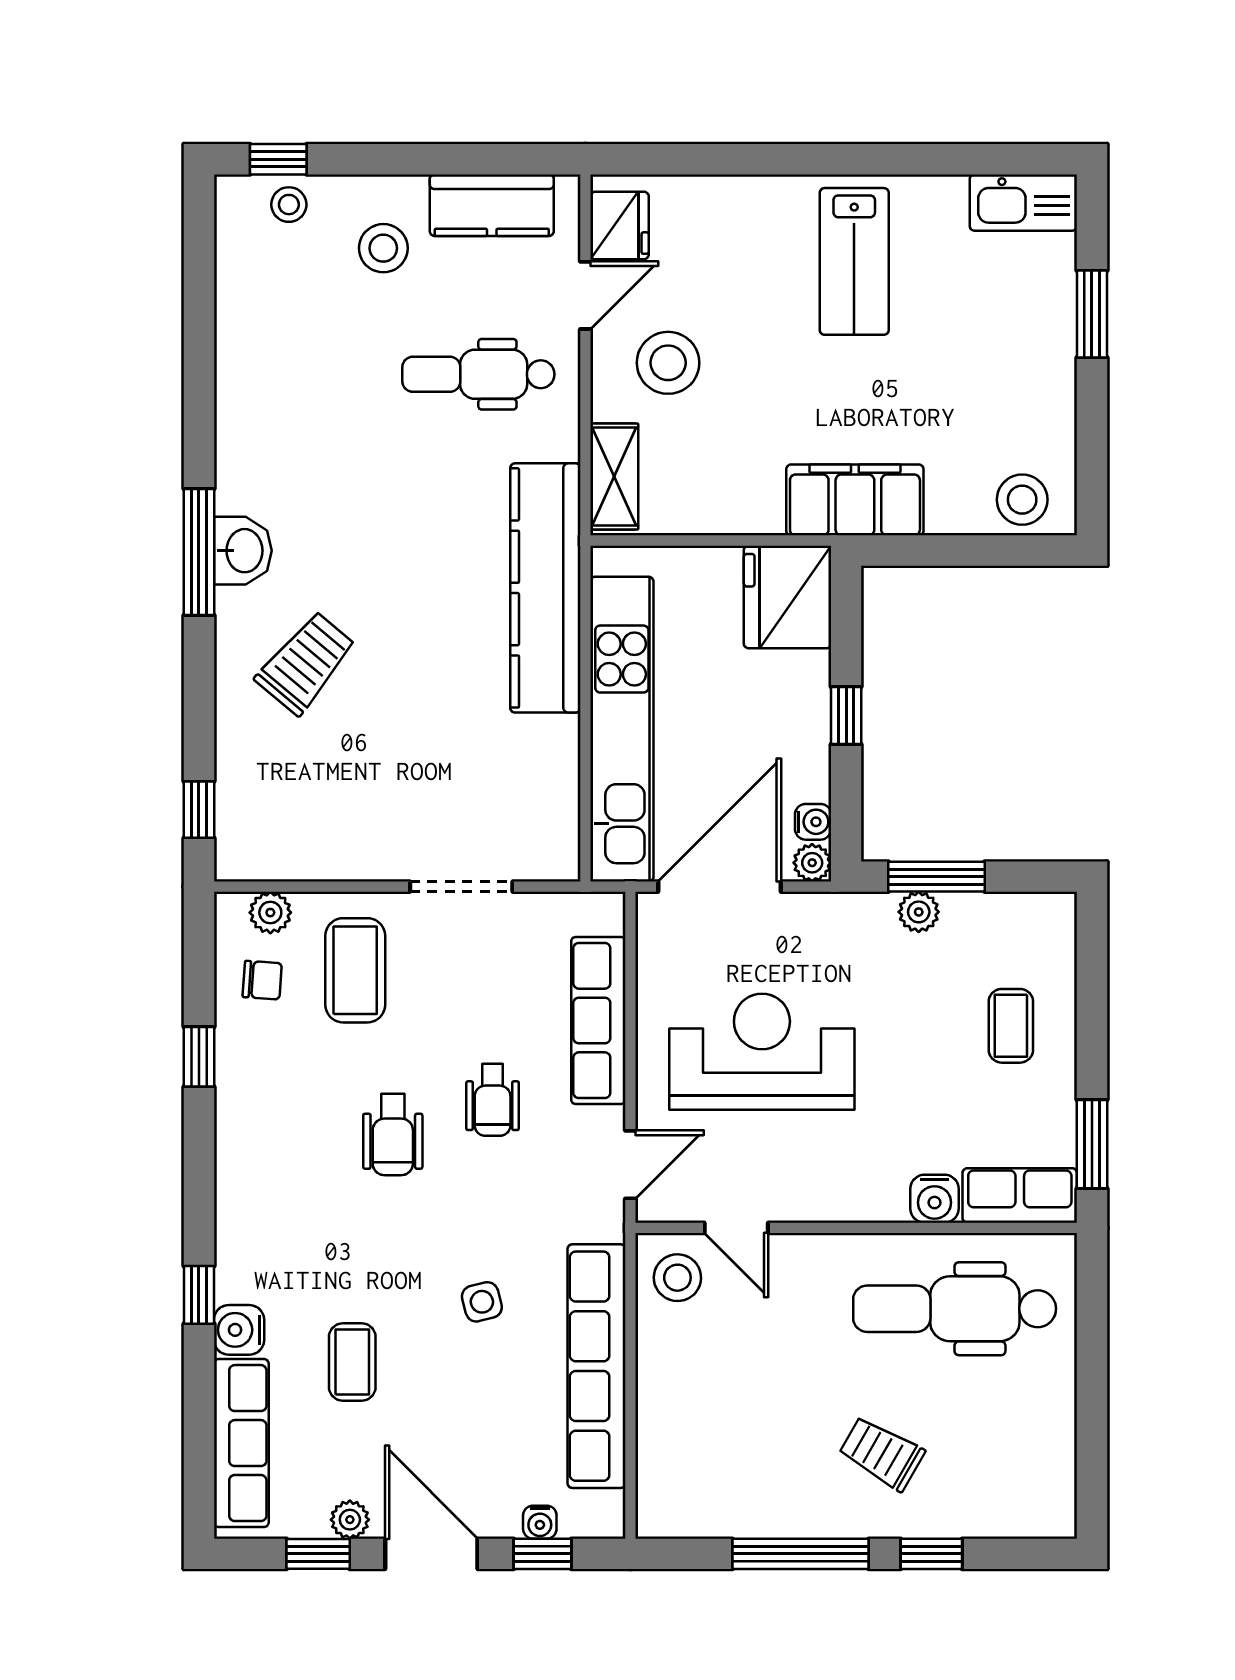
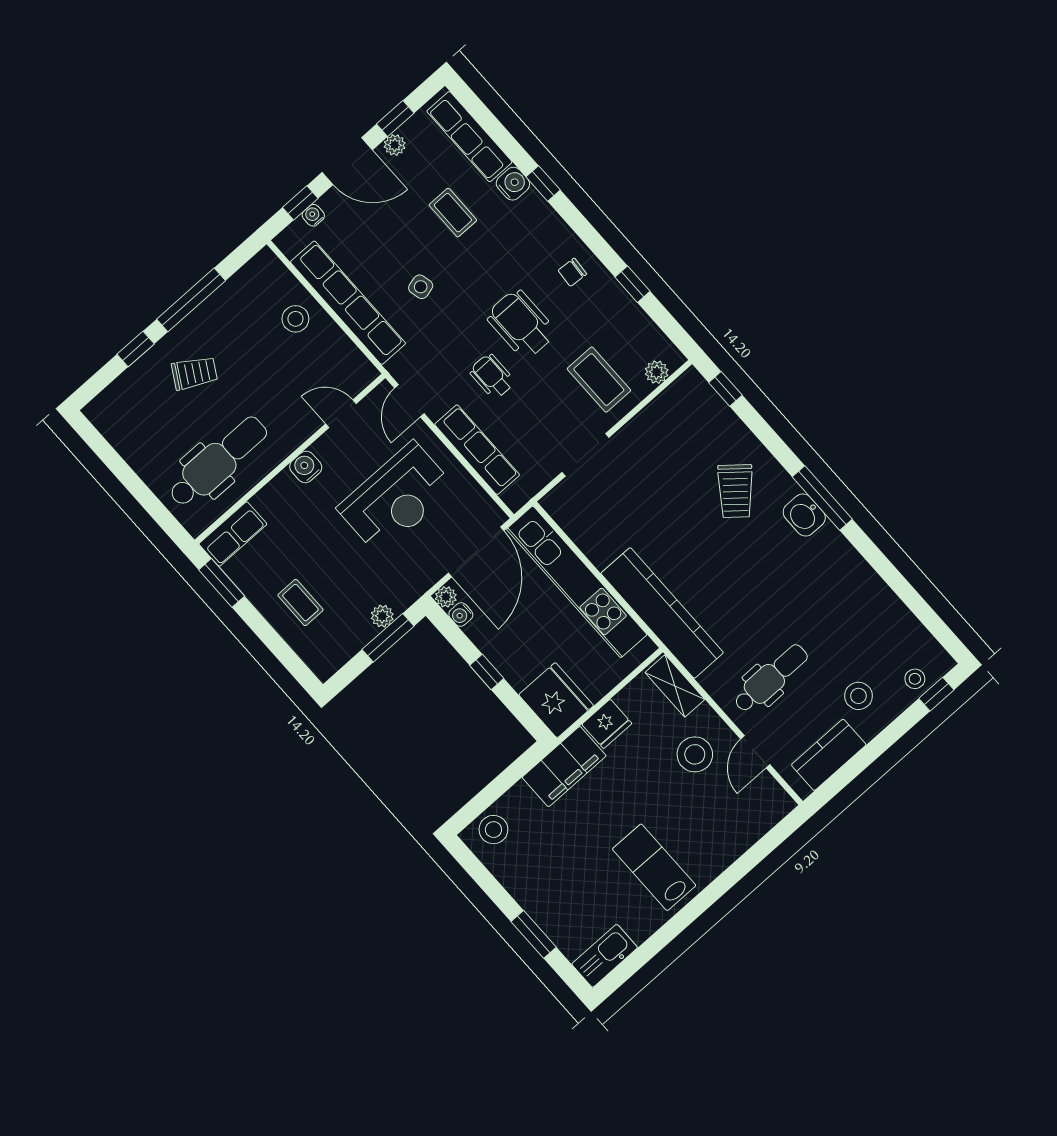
fridge: (619, 225) -> (607, 724), moved, turned -90
chair: (262, 980) -> (572, 272), moved
wheelchair: (393, 1135) -> (521, 324), width x1.36, depth x1.37
water cooler: (935, 1199) -> (306, 467), moved
stool: (677, 1278) -> (295, 319), moved

